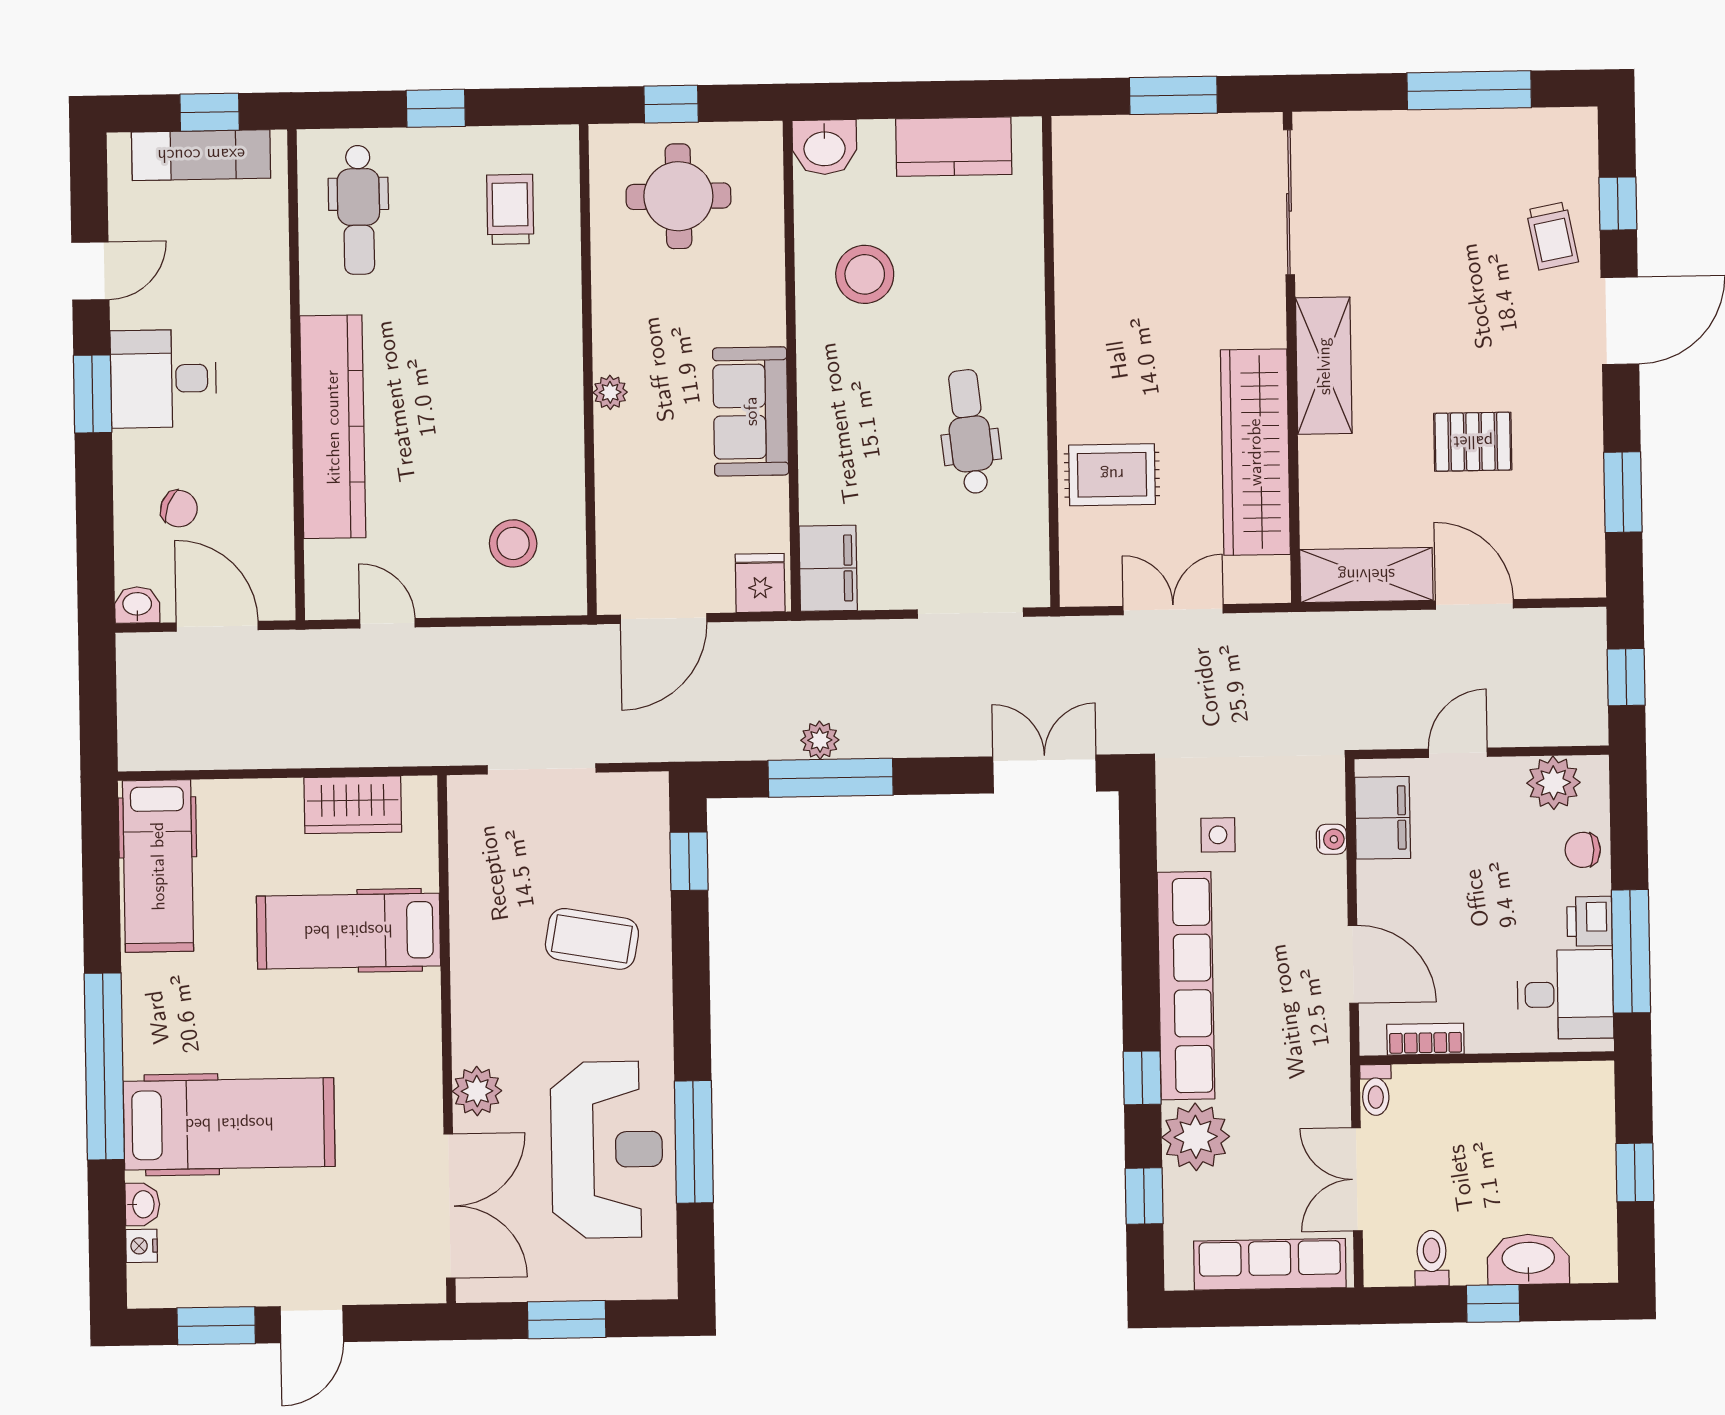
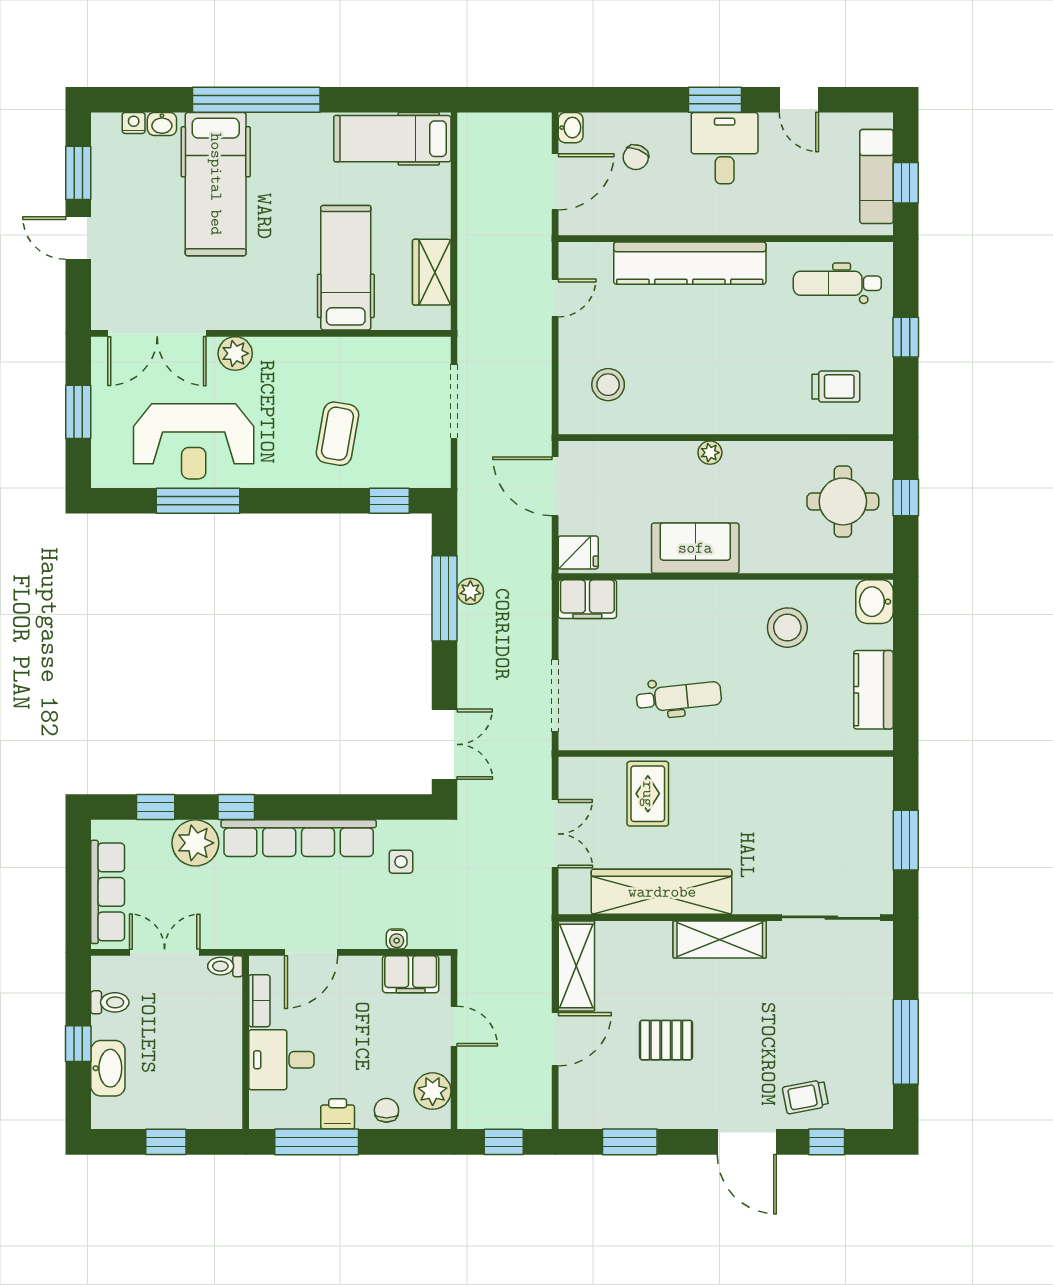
pallet: (1473, 442) -> (666, 1040), turned 90
desk: (1565, 994) -> (281, 1060), moved, turned 90

